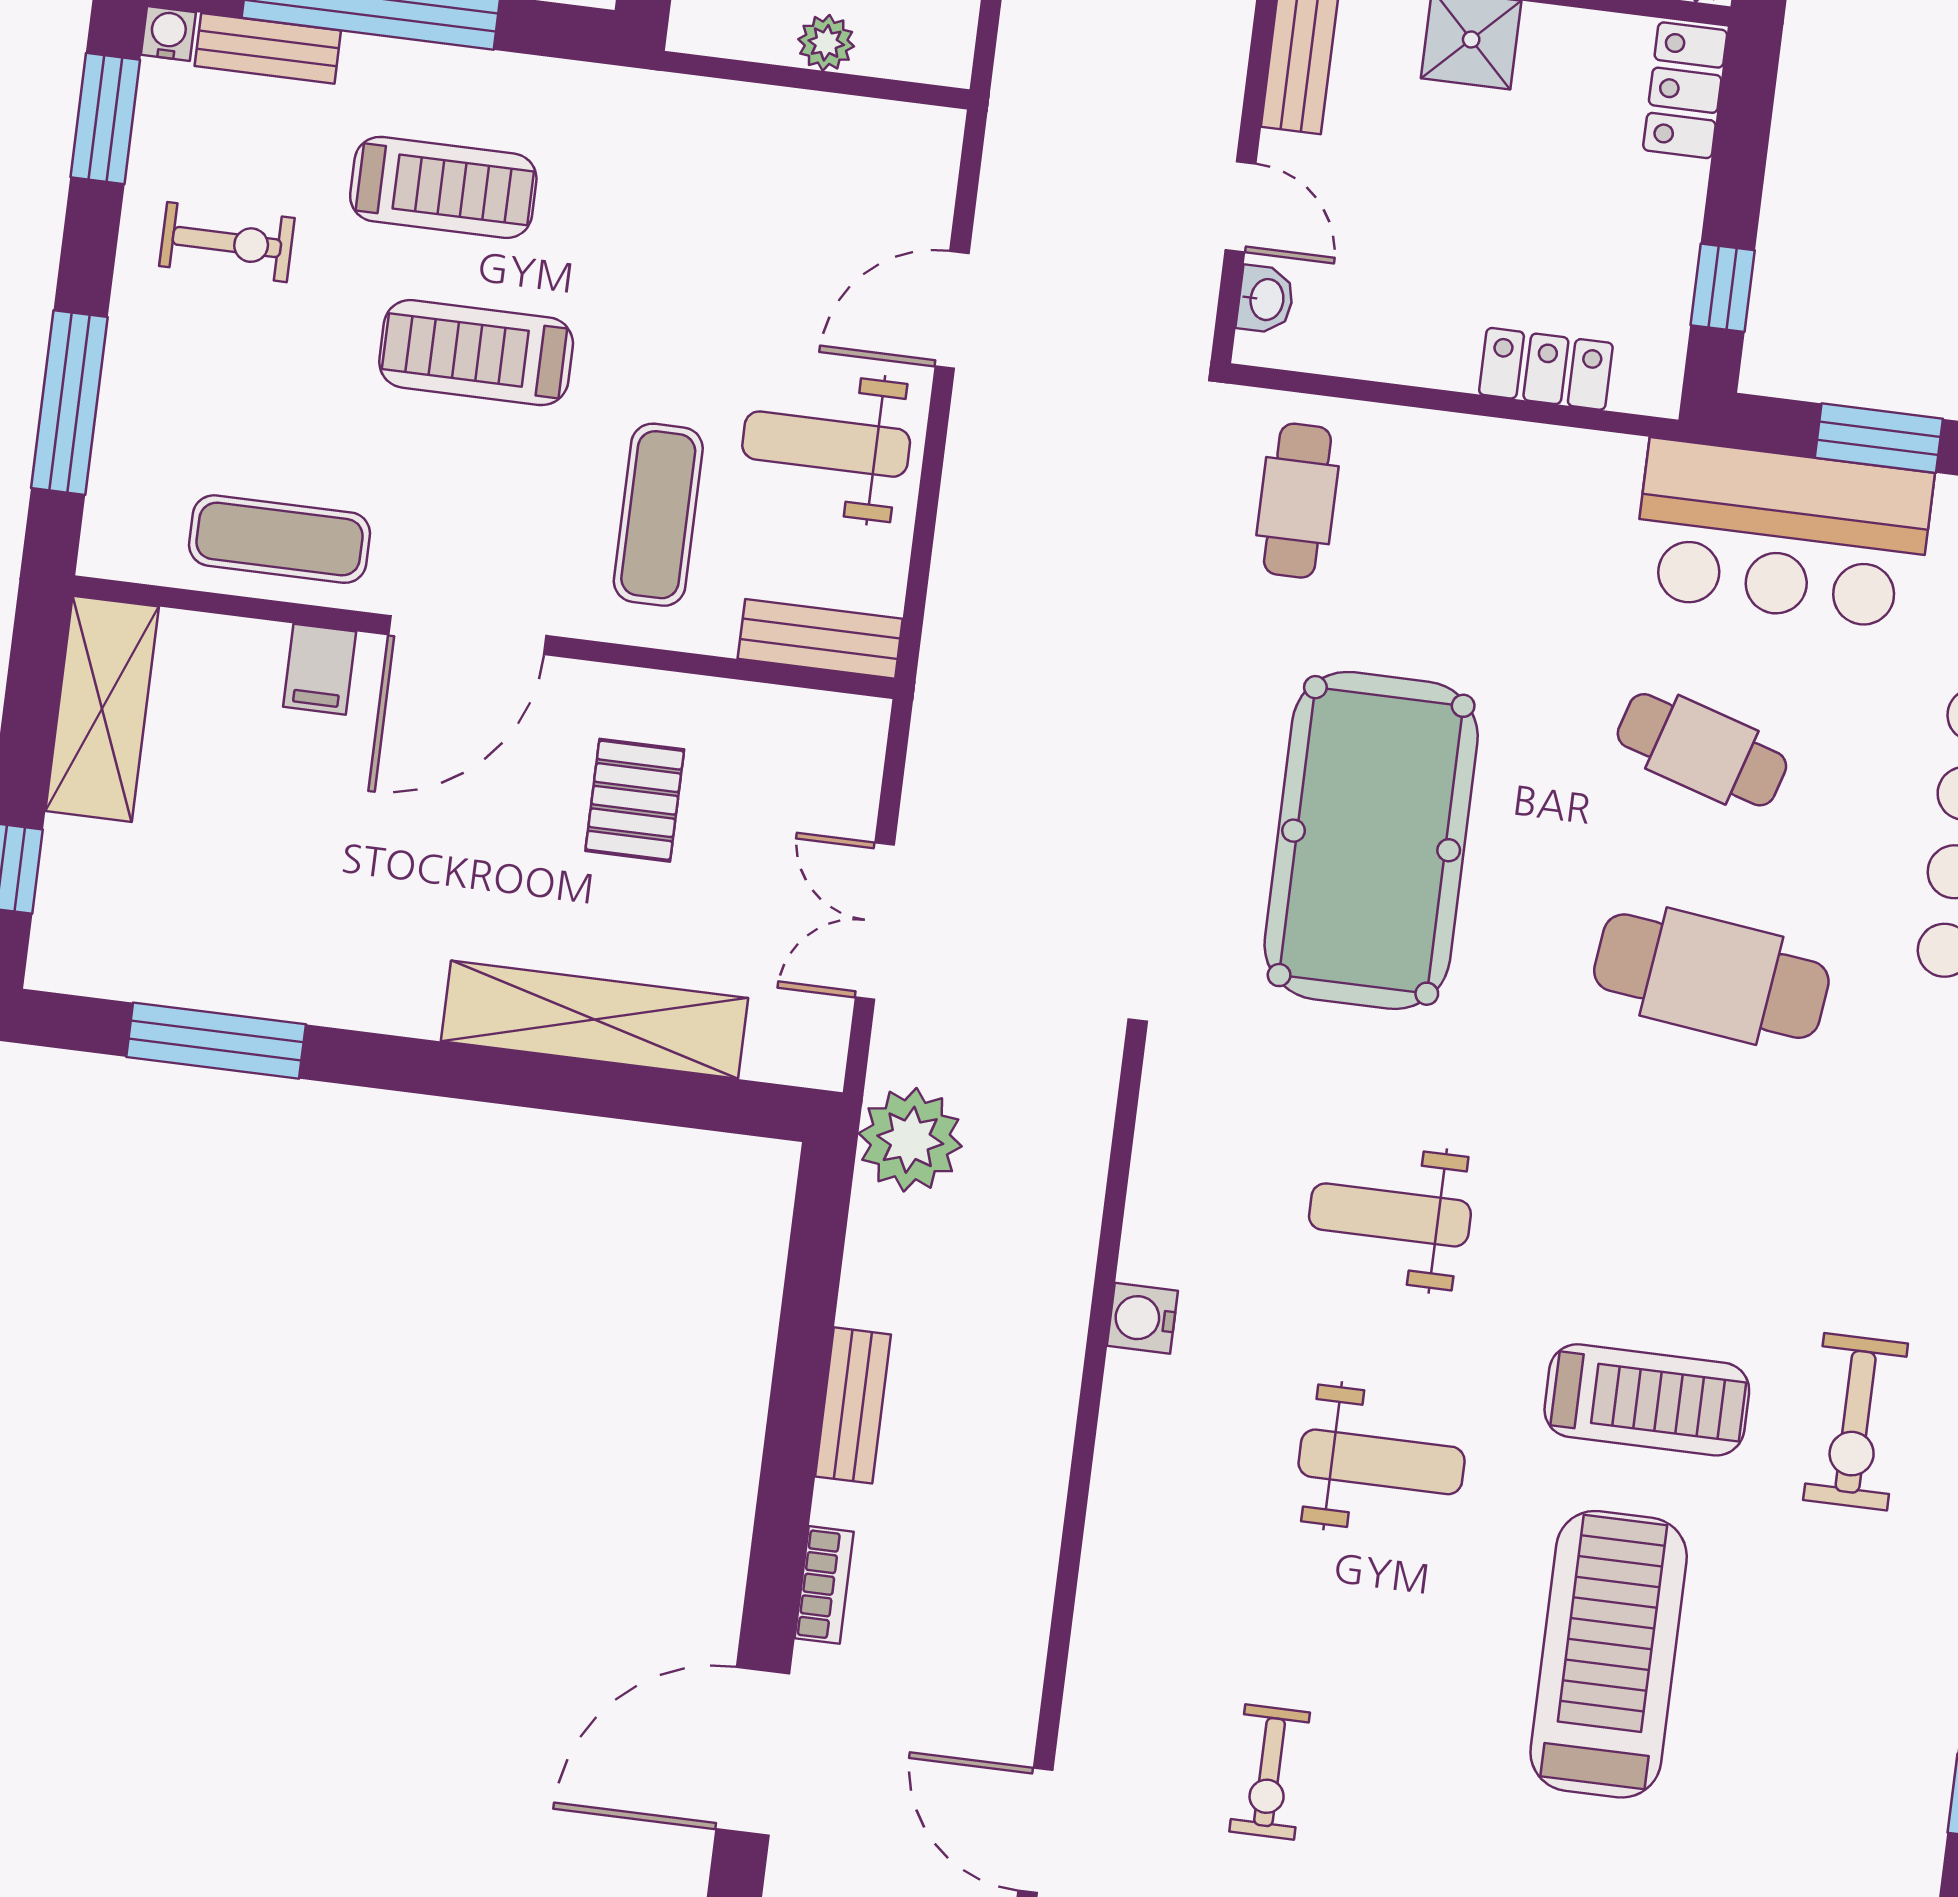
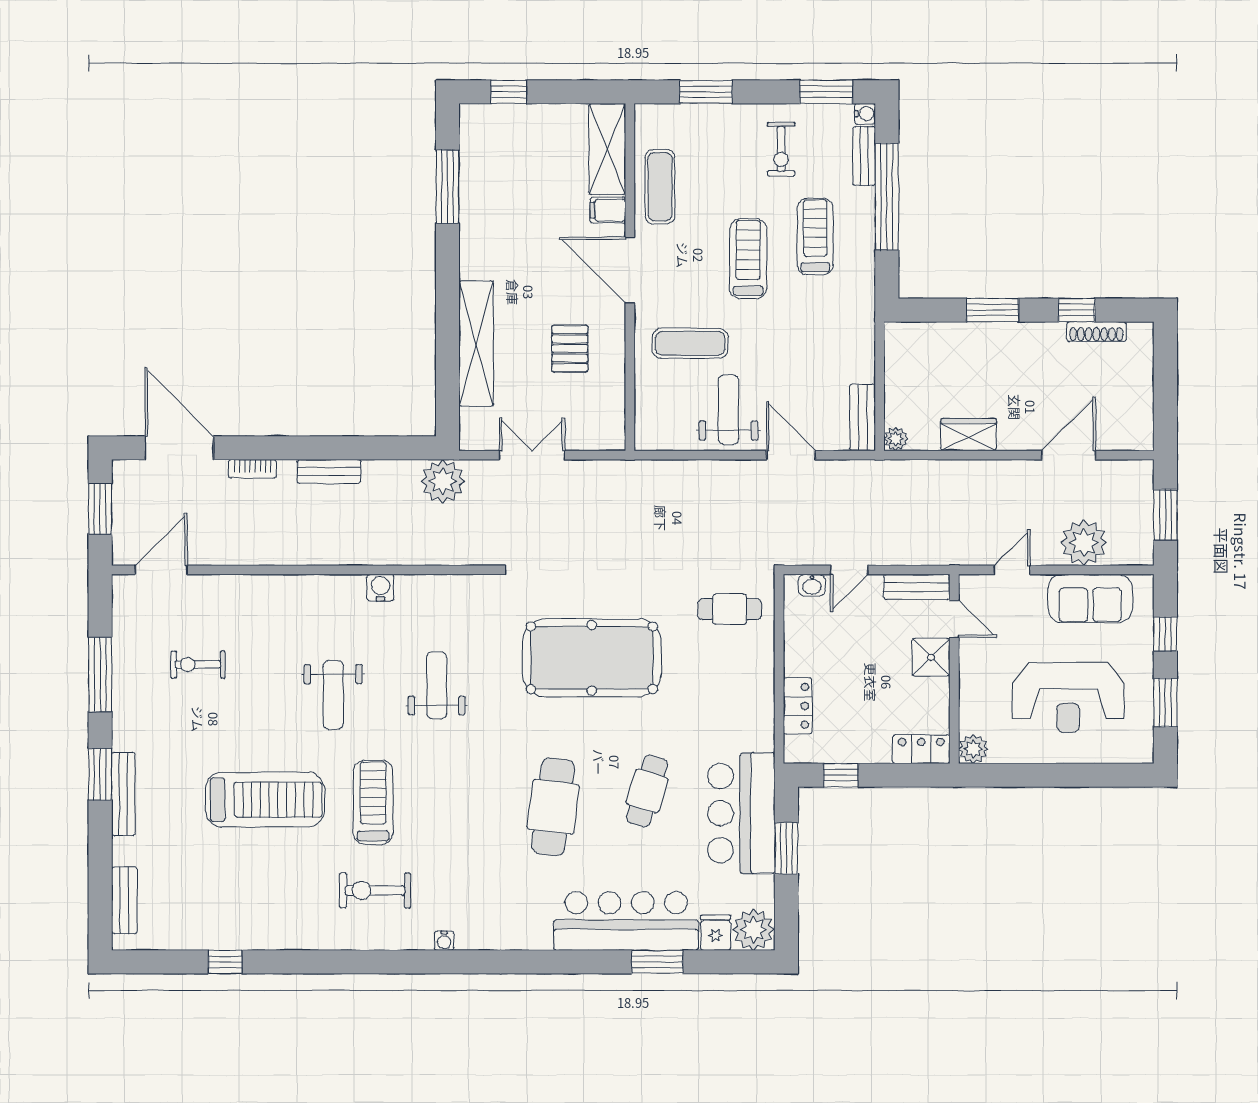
plant: (826, 43) -> (896, 439), moved
treadmill: (443, 187) -> (815, 236), turned 180
window: (69, 403) -> (706, 92), width x0.69
bench: (820, 639) -> (863, 417), moved
shelving: (102, 709) -> (607, 149), moved, turned 90
pallet: (635, 800) -> (570, 349), turned 90
treadmill: (1647, 1400) -> (373, 802), turned 180

